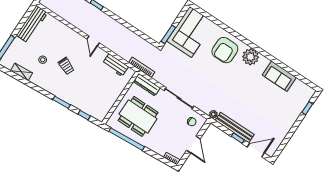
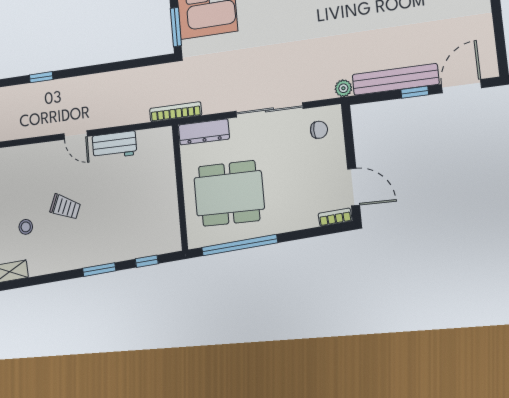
workbench: (115, 65) -> (114, 145), moved
door: (193, 145) -> (354, 187), moved

